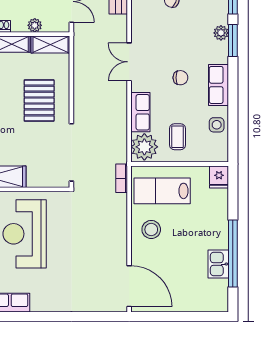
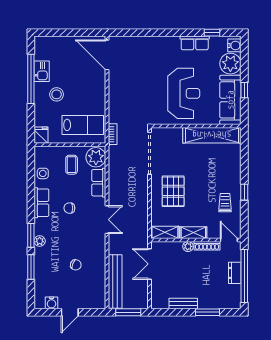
plant: (35, 25) -> (188, 246), moved
stool: (151, 229) -> (57, 94), moved

